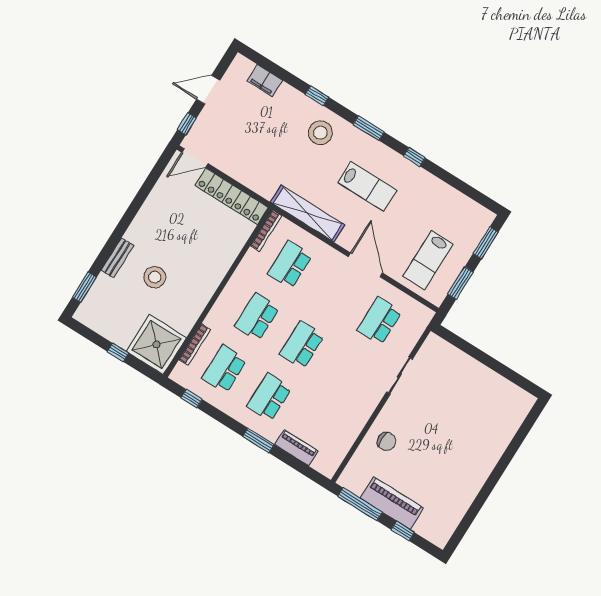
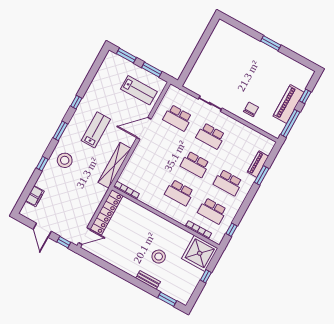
door: (195, 158) -> (84, 236), hinge flipped
school desk: (290, 265) -> (211, 136), moved
window: (258, 440) -> (262, 175), moved
window: (493, 480) -> (271, 43), added

